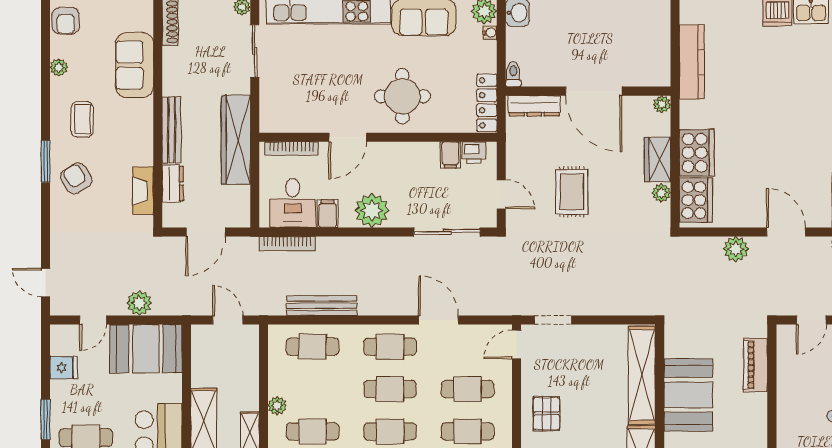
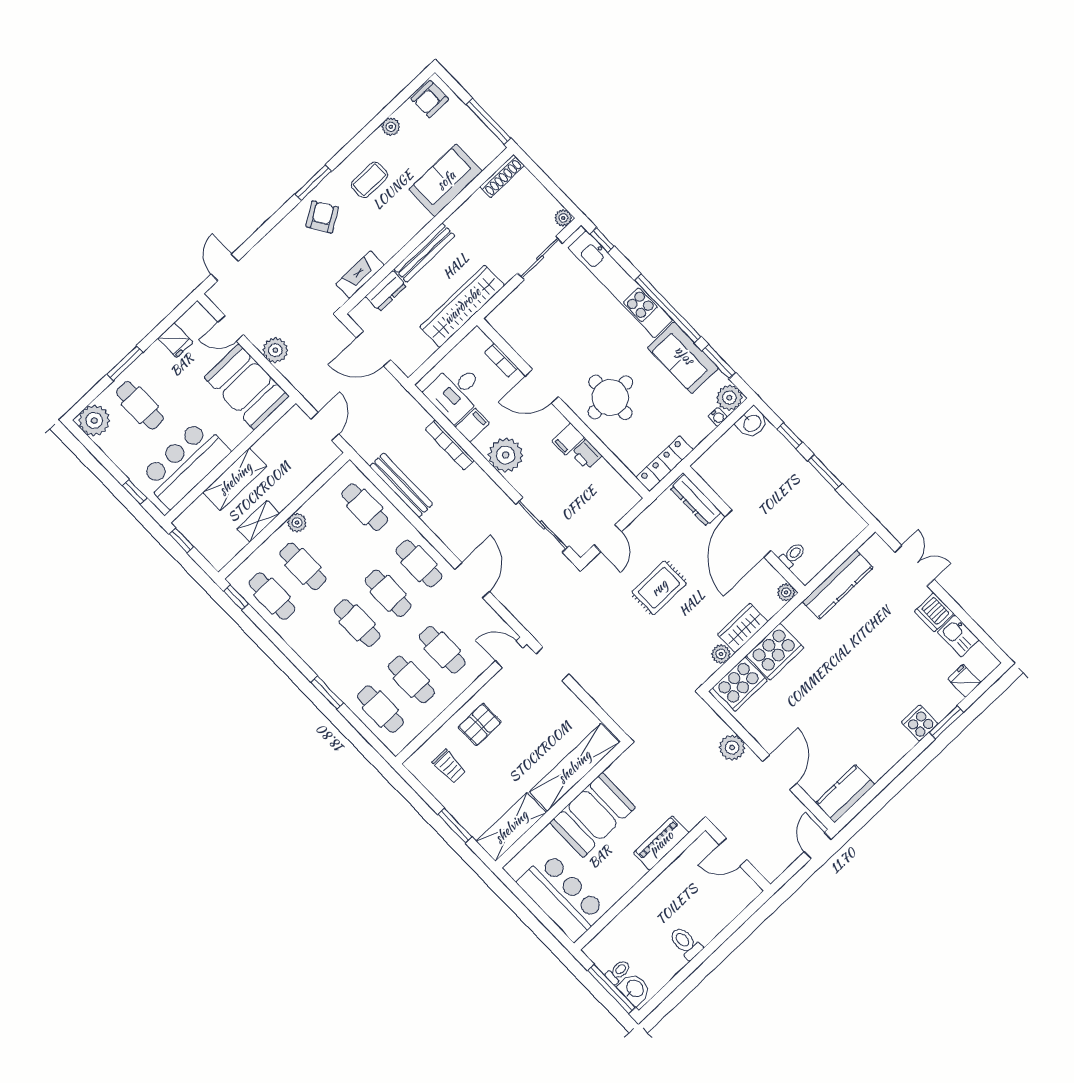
toilet: (513, 74) -> (792, 555), moved
bookcase: (291, 149) -> (501, 360), width x0.64
printer: (474, 152) -> (586, 455), moved
filing cabinet: (450, 155) -> (568, 439), moved
bookcase: (287, 244) -> (450, 445), moved

